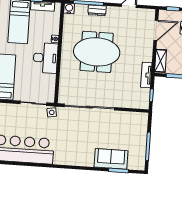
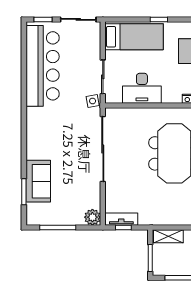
desk: (46, 58) -> (142, 88), moved
tv unit: (146, 75) -> (121, 219), moved
plant: (142, 119) -> (92, 217), added

